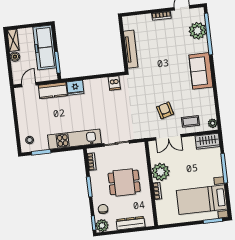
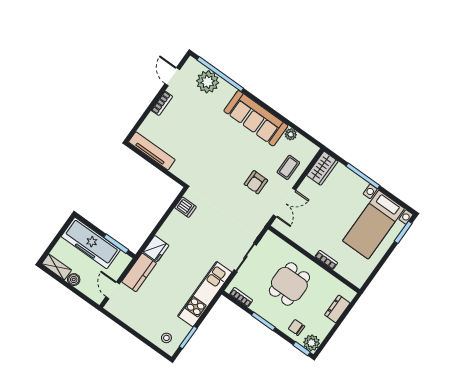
tv unit: (131, 49) -> (152, 151), moved
sofa: (201, 71) -> (256, 118), width x1.36
armchair: (165, 110) -> (256, 182), turned -75
plant: (213, 123) -> (291, 134), moved
plant: (161, 172) -> (311, 240), removed
dresser: (131, 223) -> (337, 309), width x0.70

